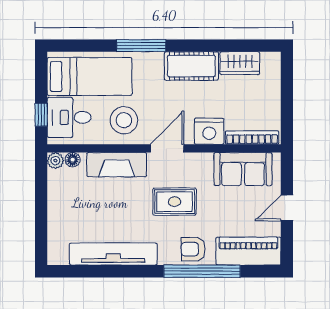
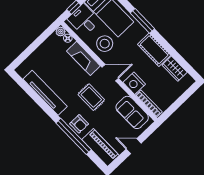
armchair: (193, 249) -> (79, 124), turned 180

